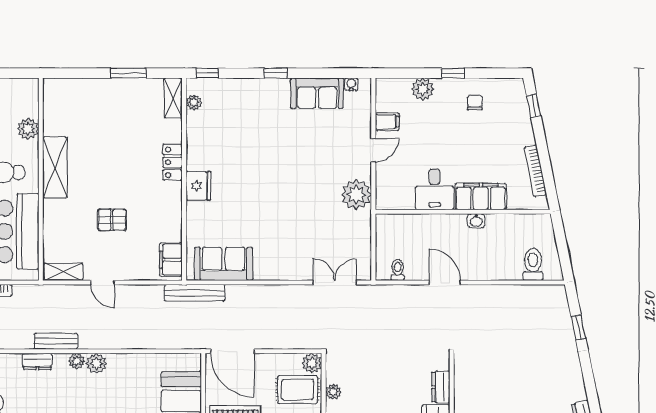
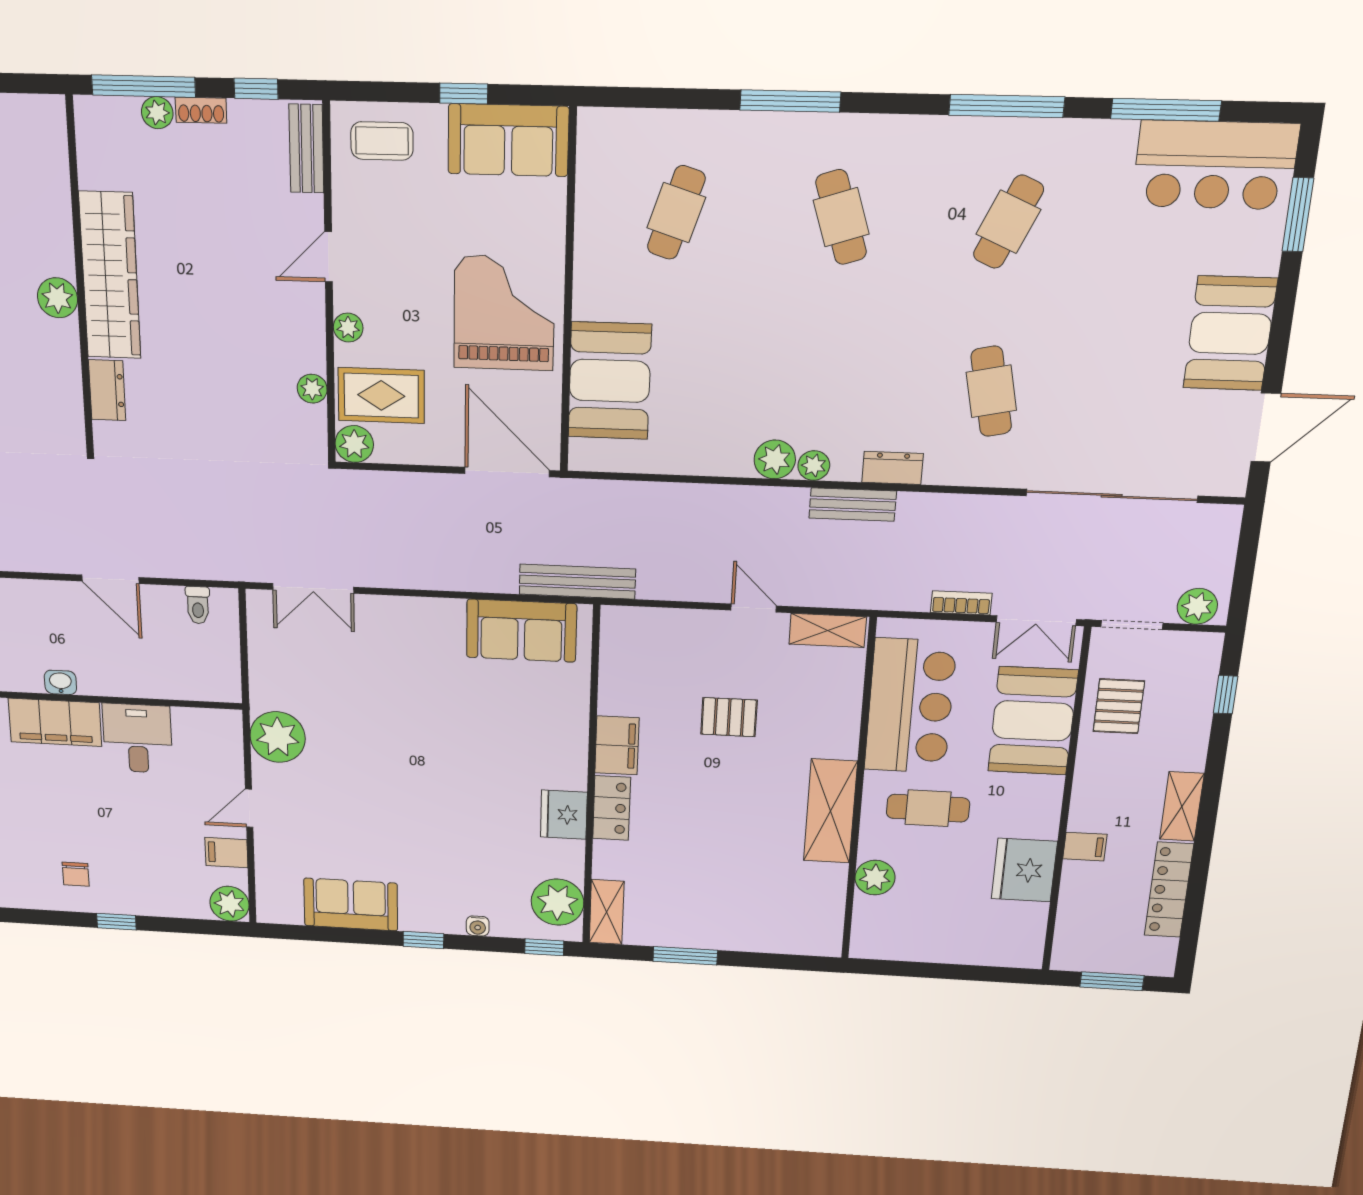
water cooler: (351, 84) -> (478, 926), moved
plant: (423, 89) -> (230, 904), moved
plant: (194, 102) -> (558, 902), width x1.88, depth x1.88
fridge: (198, 186) -> (564, 815), moved
filing cabinet: (171, 260) -> (617, 745), moved

